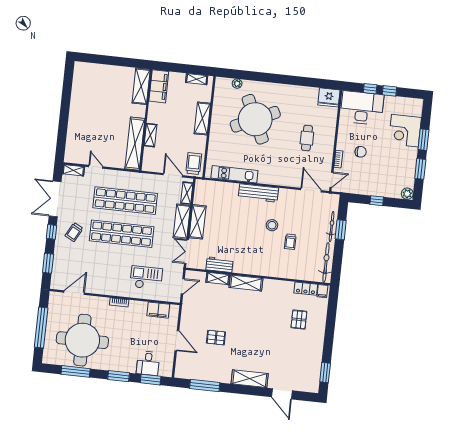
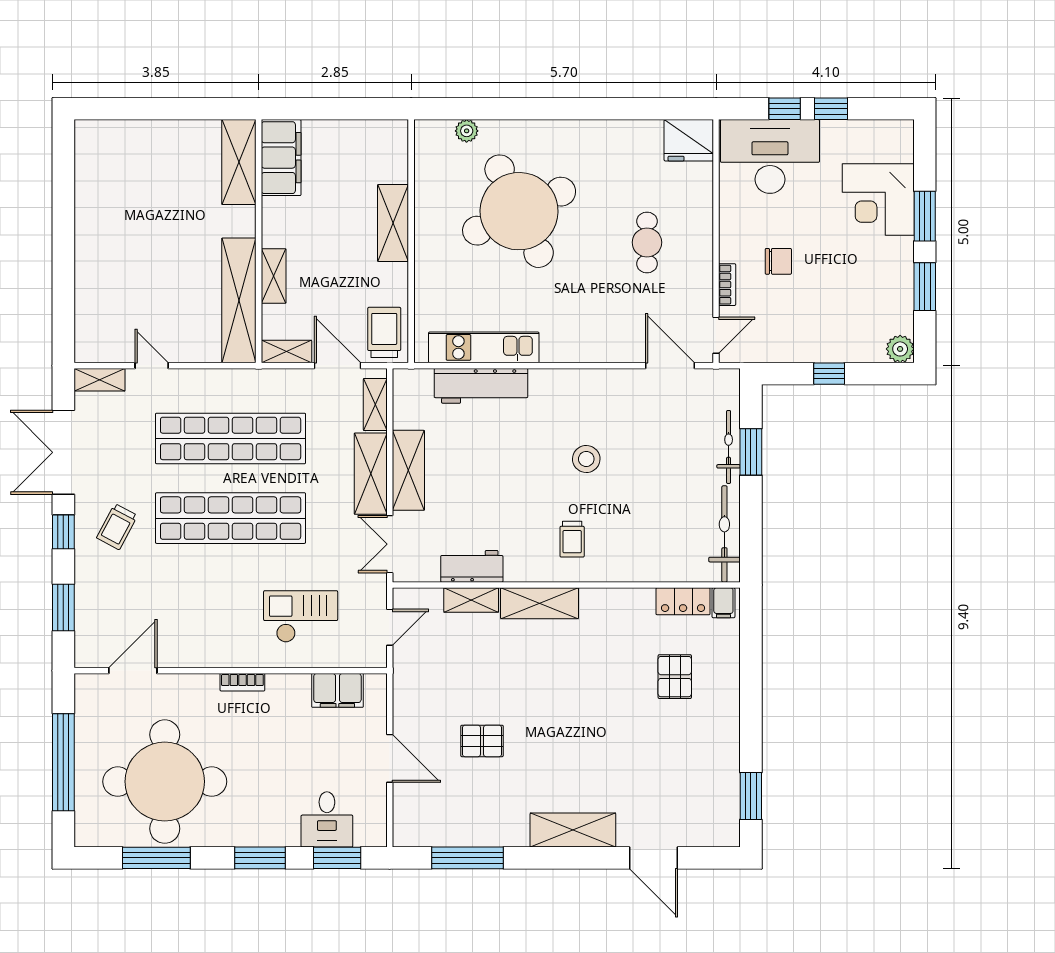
shelving: (197, 79) -> (286, 352), moved
workbench: (258, 193) -> (481, 386), moved
trolley: (290, 242) -> (572, 539), moved

